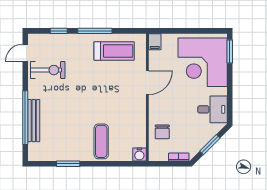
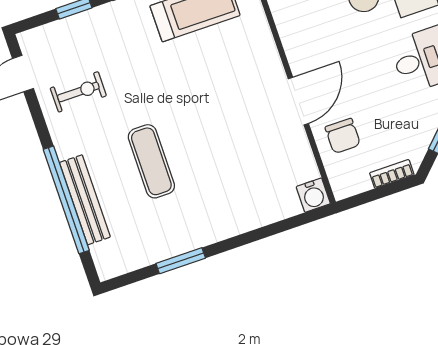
exercise bike: (48, 70) -> (78, 92), width x0.73, depth x0.72
door: (147, 83) -> (298, 101), moved
exercise mat: (101, 141) -> (151, 161), moved

